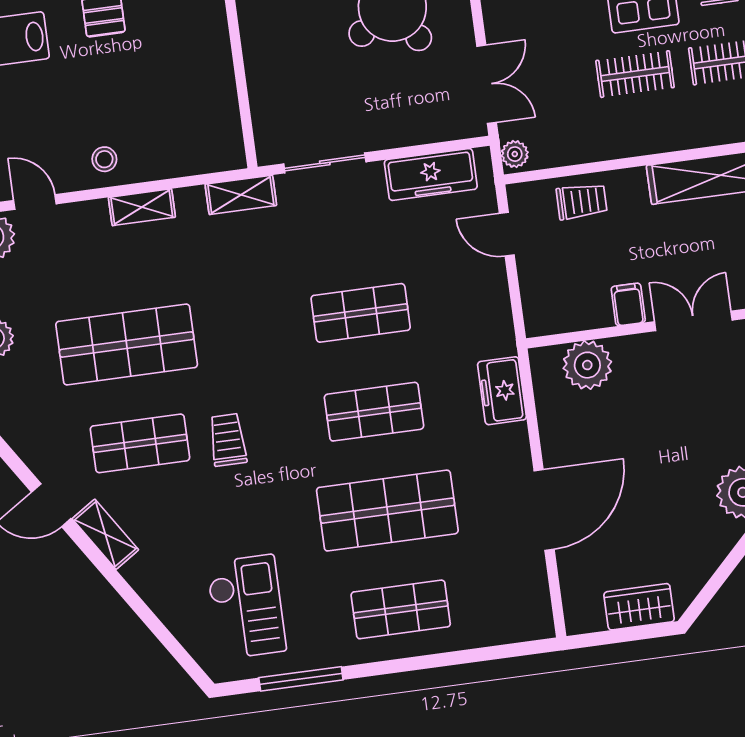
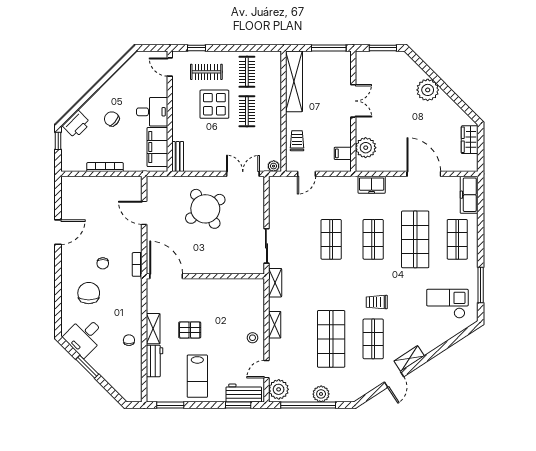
freezer: (431, 174) -> (469, 195), moved, turned 180
filing cabinet: (628, 304) -> (343, 153), moved
double door: (693, 321) -> (353, 101), swing flipped

